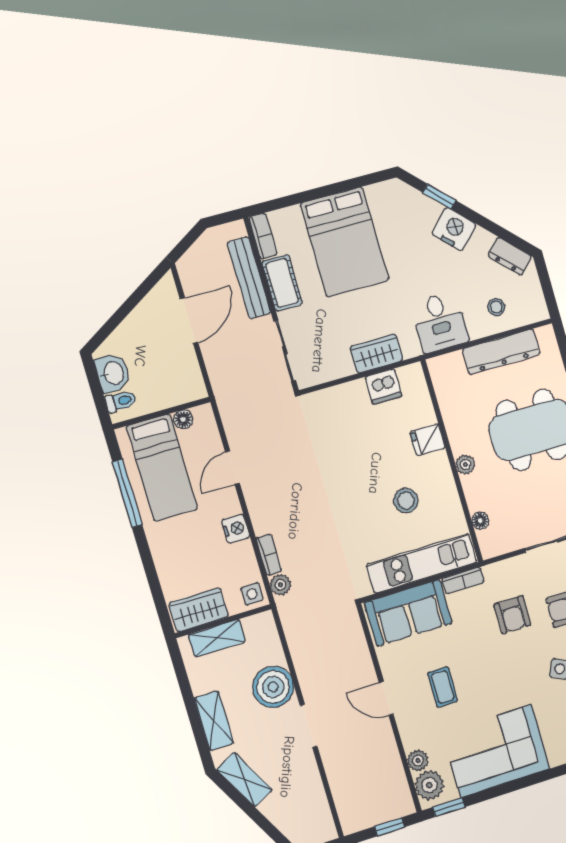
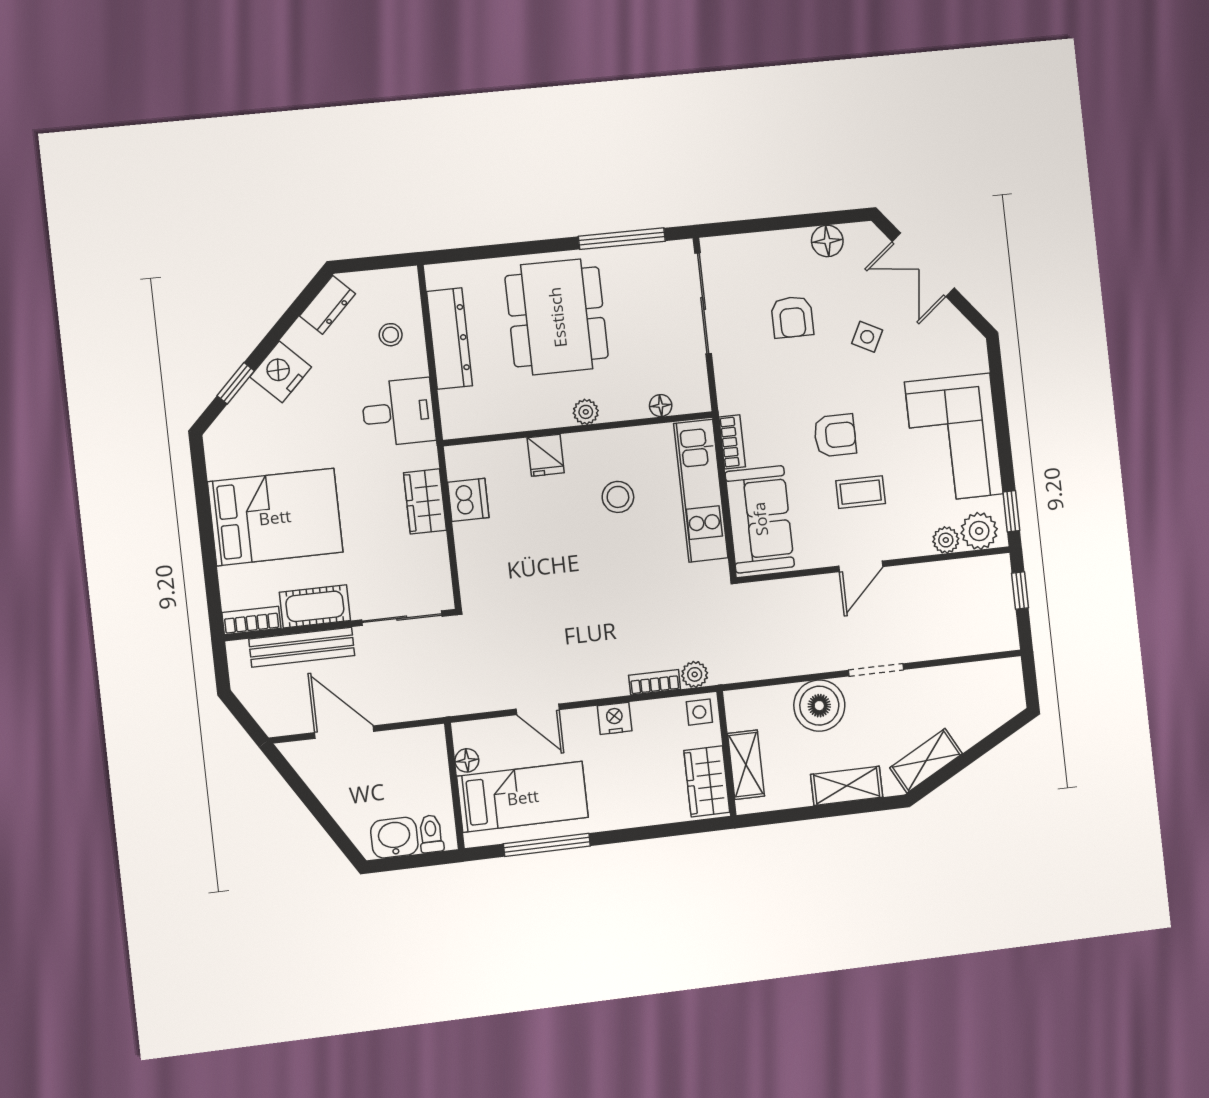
armchair: (512, 615) -> (835, 435), moved

